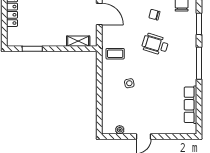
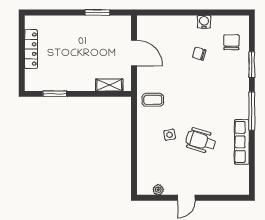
wheelchair: (155, 44) -> (201, 141), moved
row of seats: (190, 105) -> (242, 142), moved

